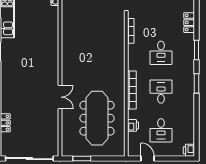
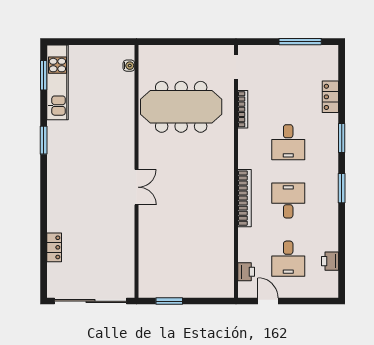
double door: (60, 97) -> (136, 187), moved
meeting table: (97, 118) -> (181, 107), moved, turned 90
printer: (133, 125) -> (246, 272), moved
printer: (189, 150) -> (330, 261), moved

